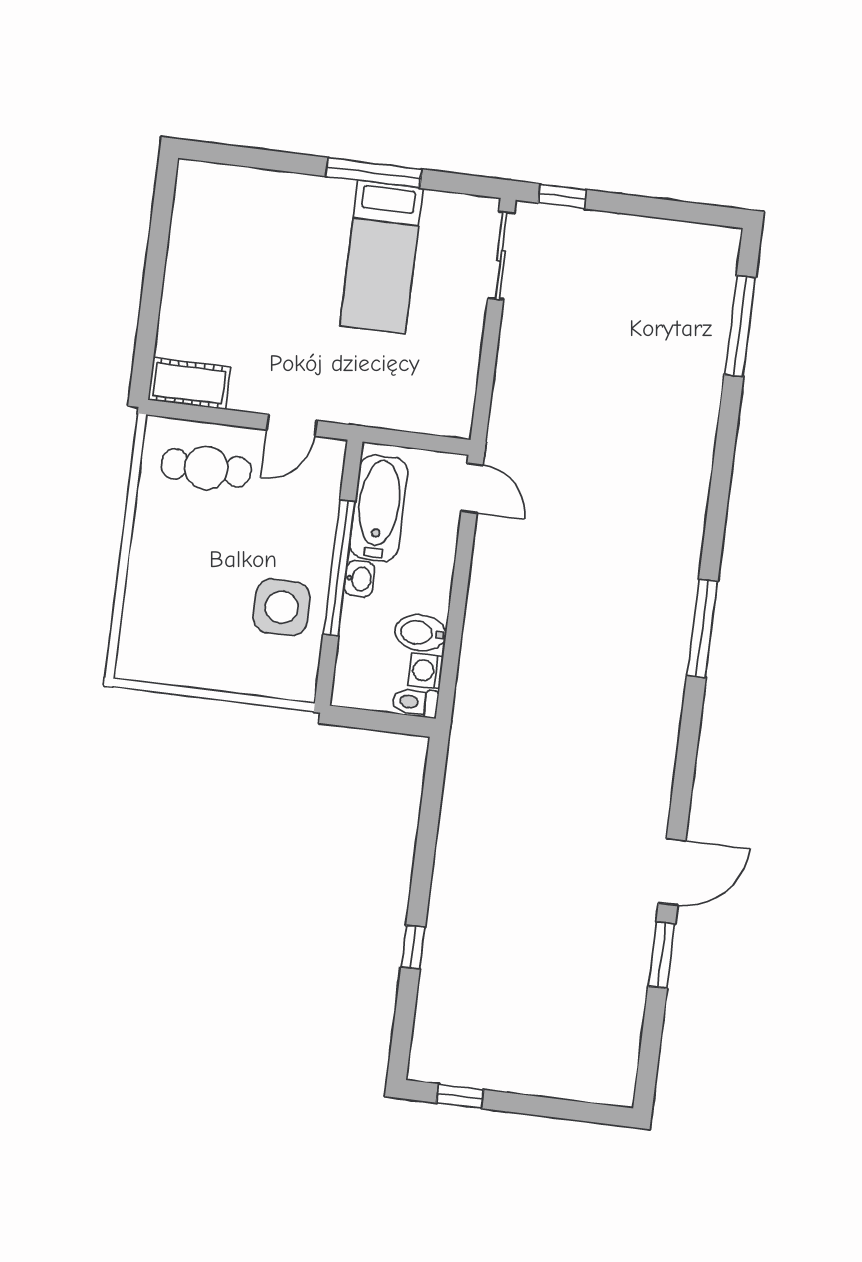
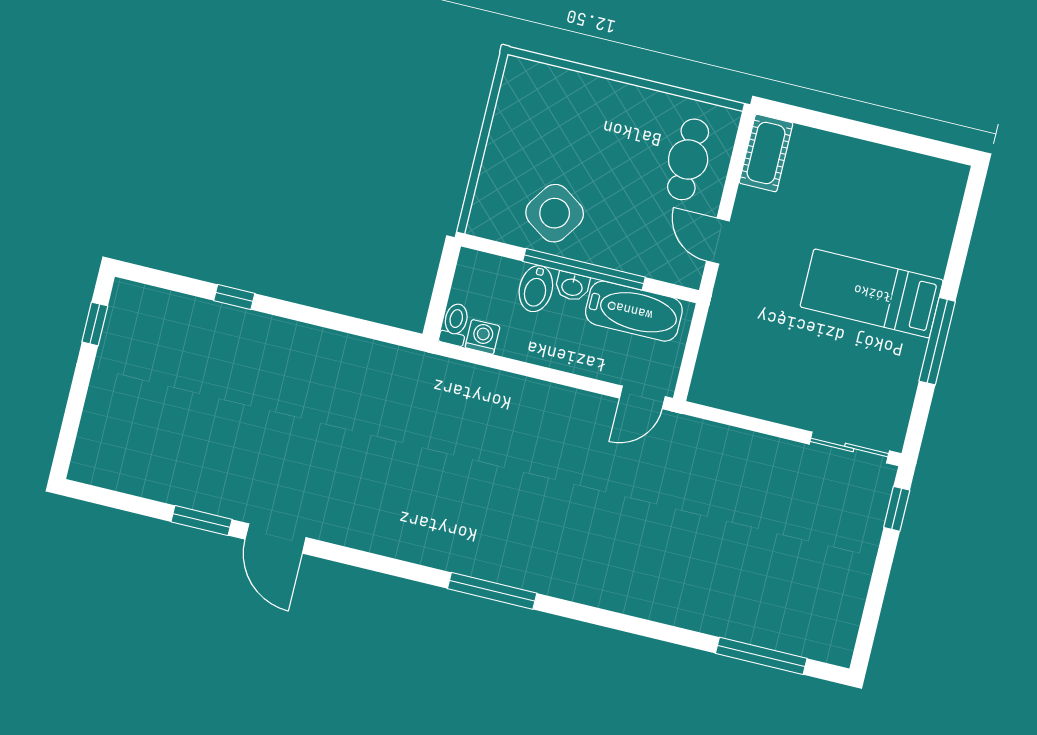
bed: (382, 257) -> (872, 293), moved
side table: (282, 607) -> (555, 213), turned 34
bidet: (421, 633) -> (536, 289), moved, turned 180

